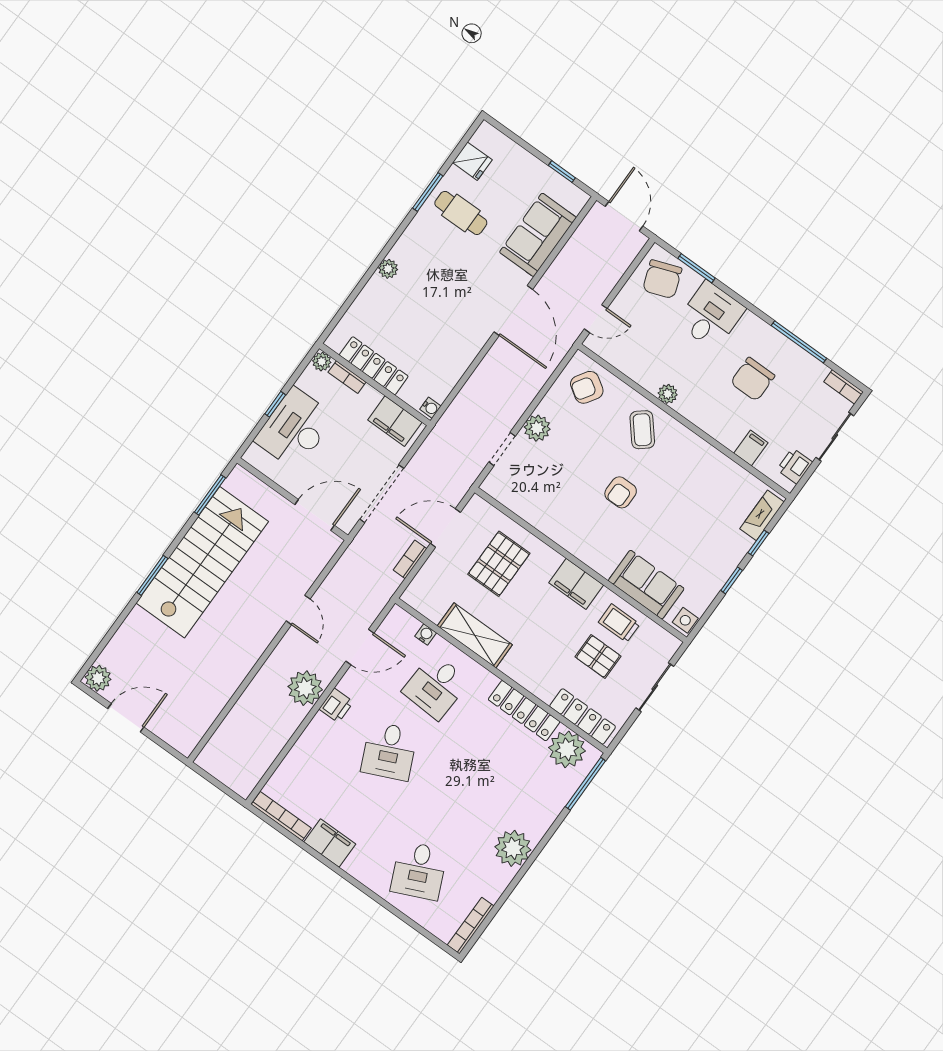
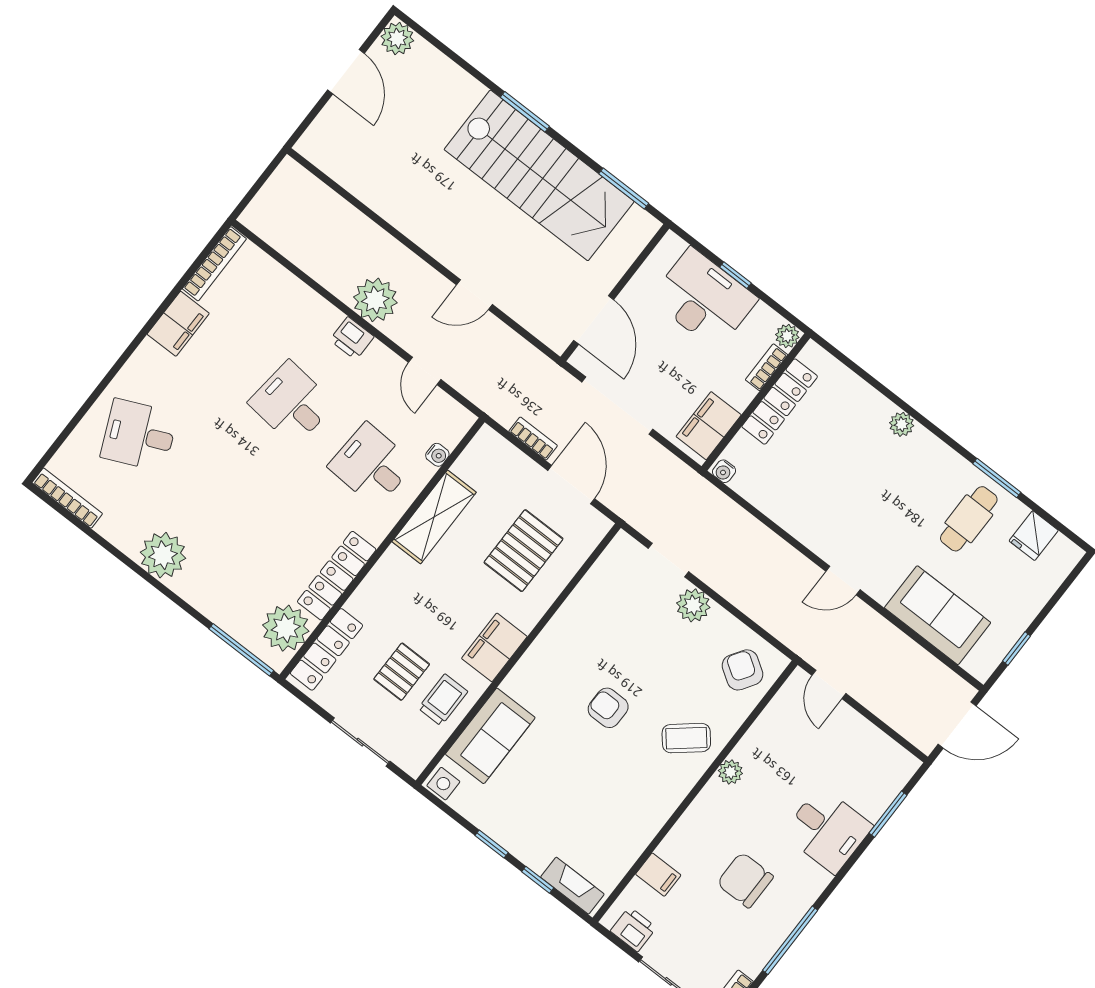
chair: (662, 279) -> (876, 770), removed
door: (513, 311) -> (843, 581), width x0.53
pallet: (499, 564) -> (523, 551), turned 90
door: (360, 647) -> (425, 371), width x0.73
desk: (389, 751) -> (292, 403), turned 30

